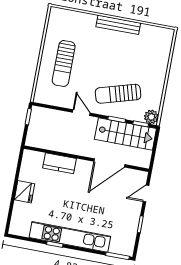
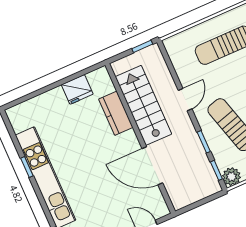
stairs: (125, 134) -> (143, 105), moved, turned 180
fridge: (24, 192) -> (77, 89), moved

